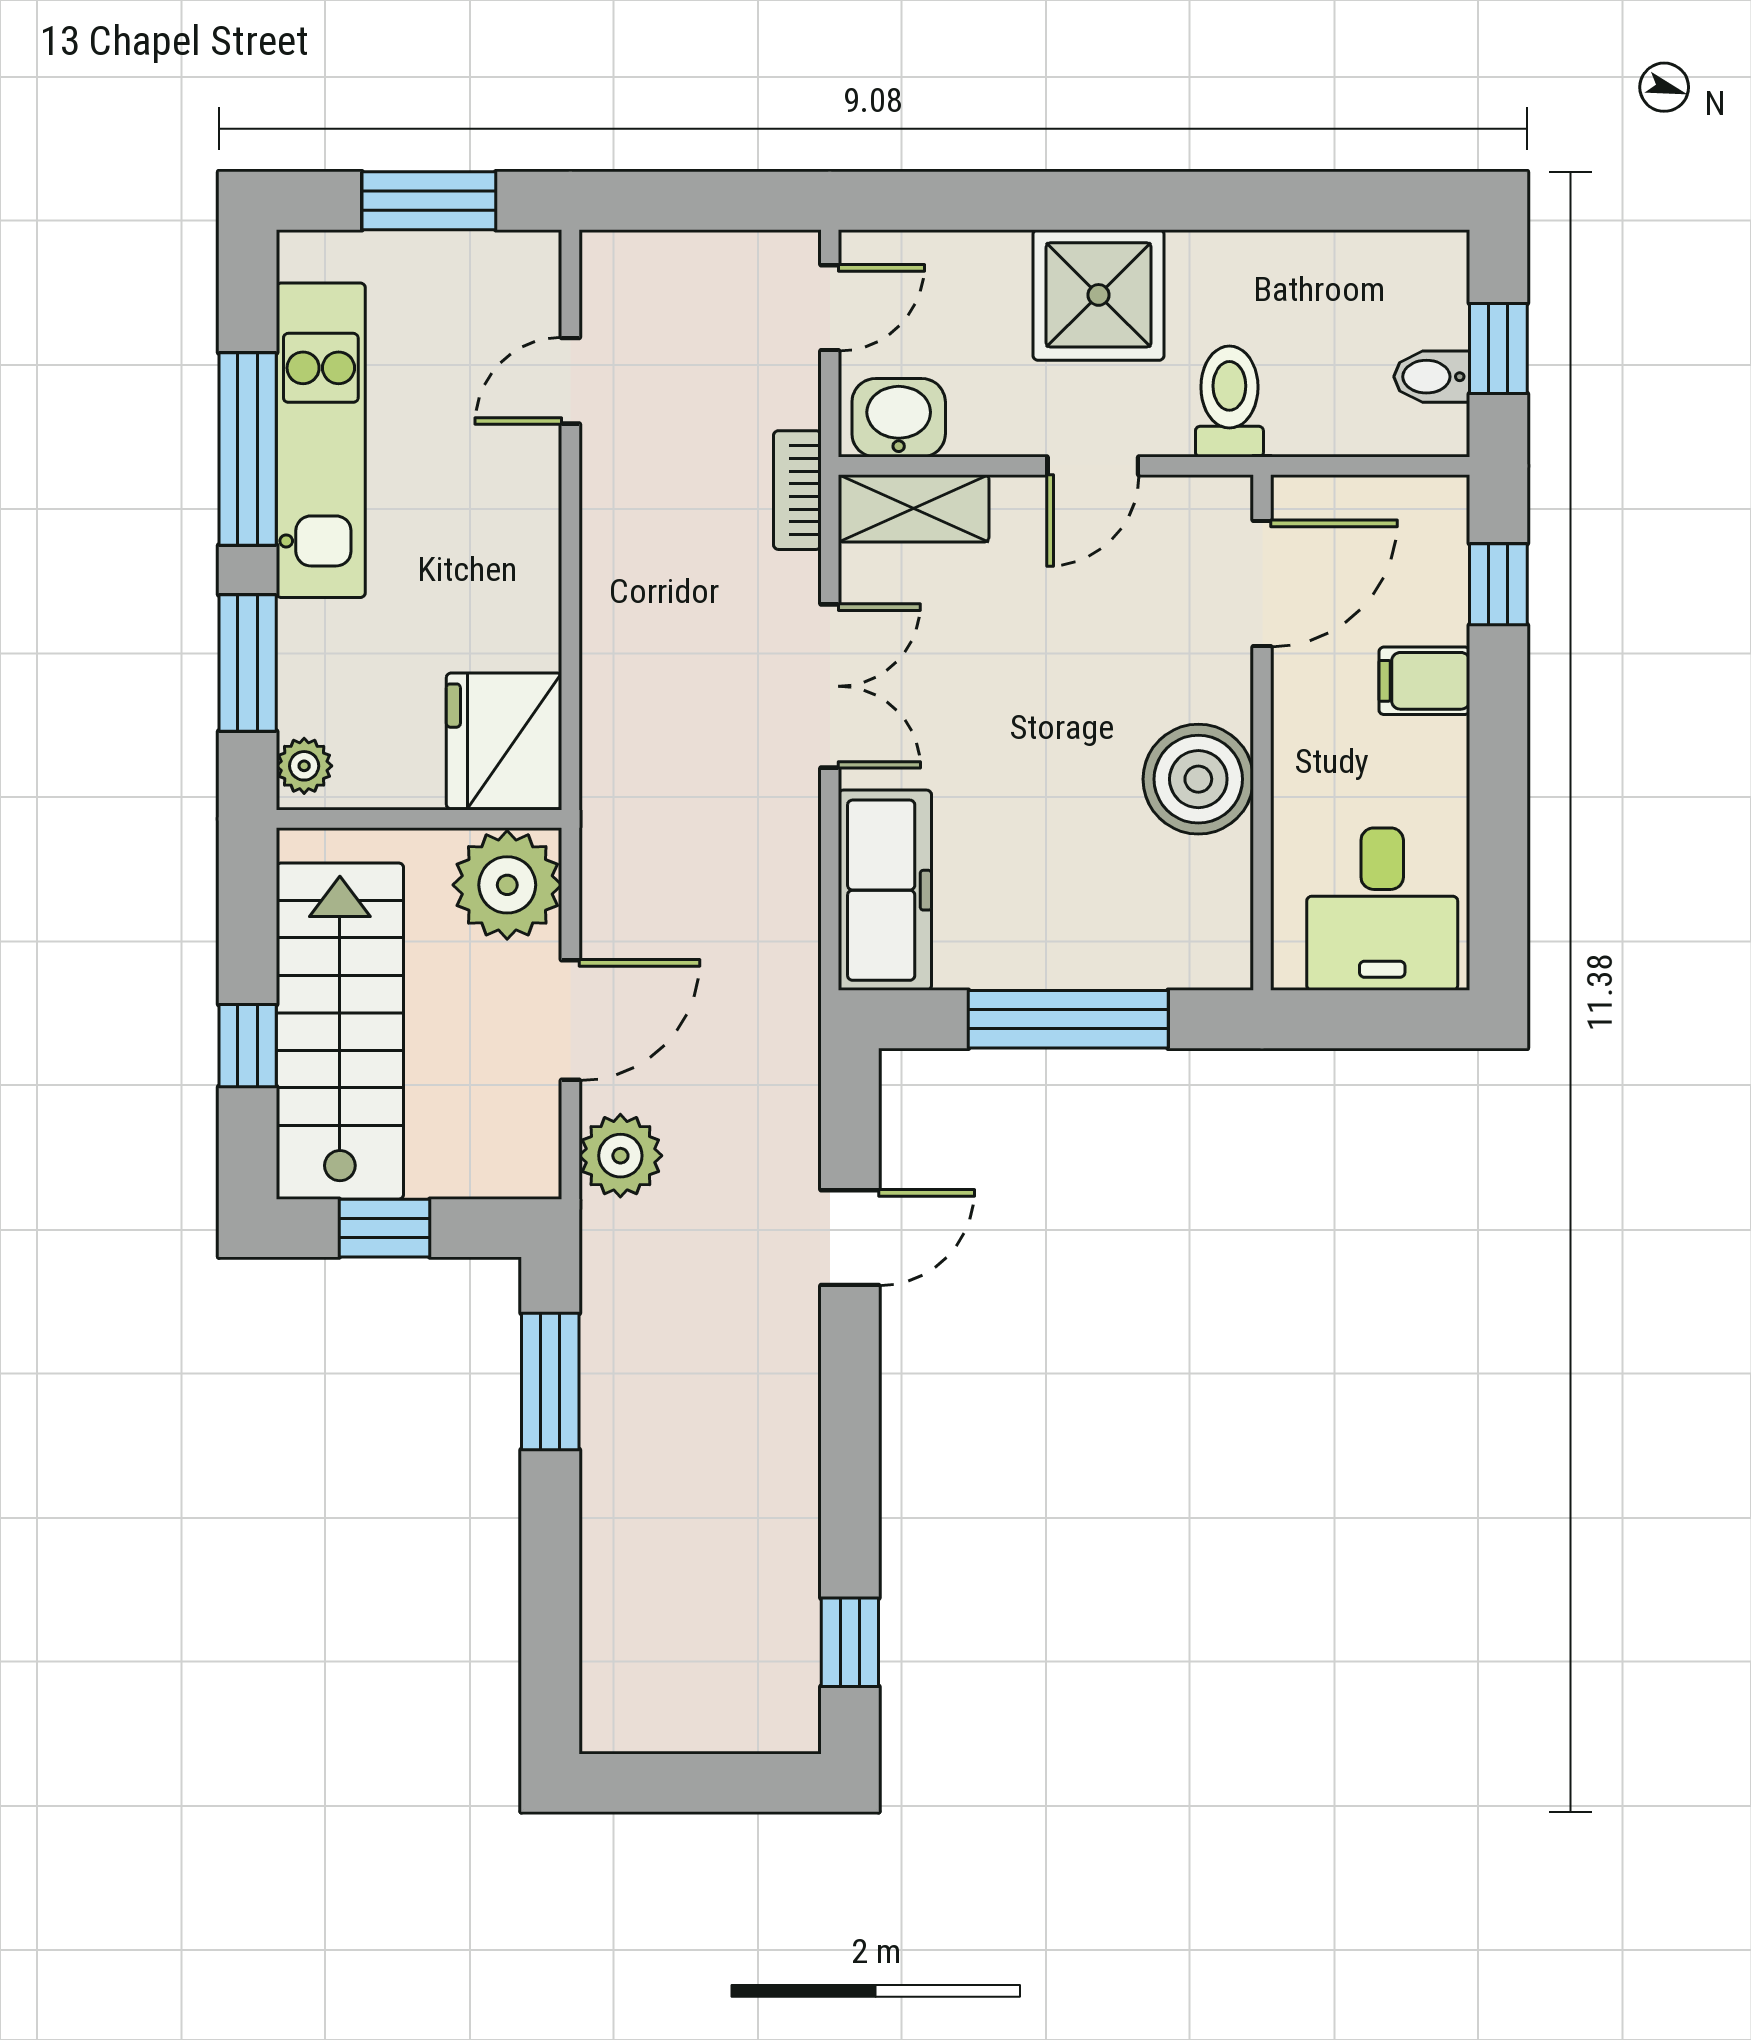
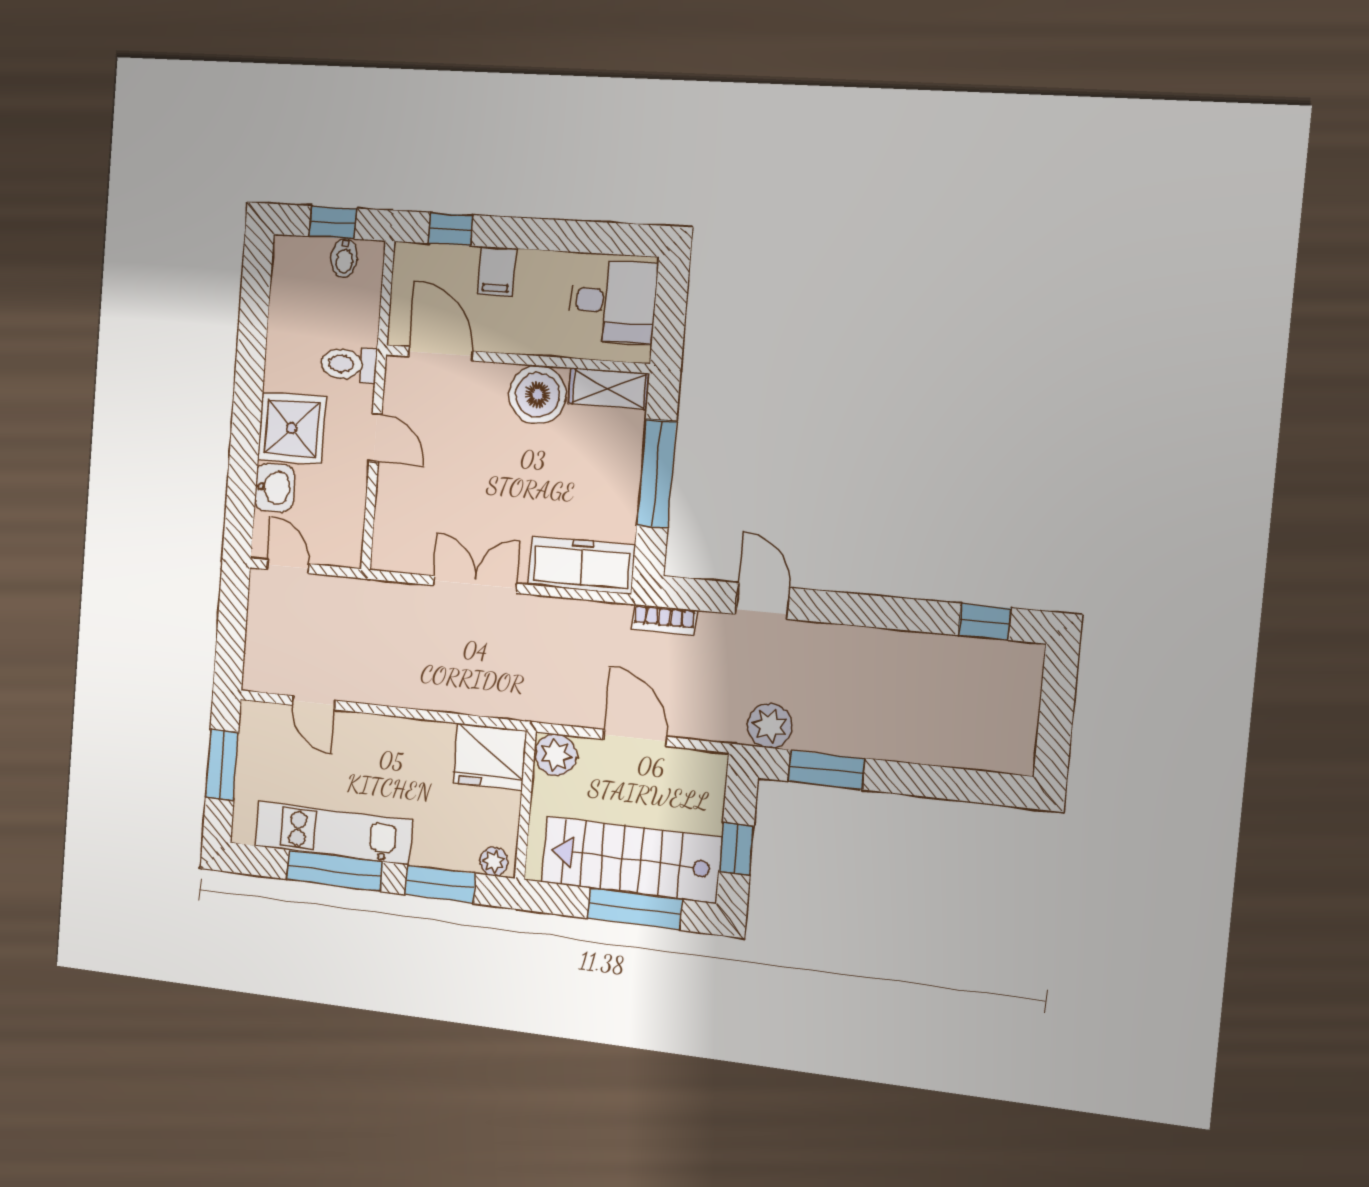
washbasin: (899, 418) -> (275, 488), moved, turned 180
bookcase: (797, 490) -> (664, 620), moved
shelving: (914, 508) -> (609, 389), moved, turned 90
plant: (507, 885) -> (556, 755), width x0.73, depth x0.73
window: (248, 1046) -> (635, 909), width x2.17
plant: (620, 1156) -> (770, 726), moved

